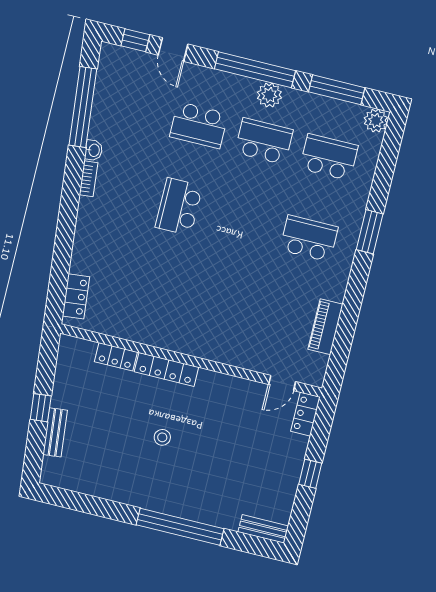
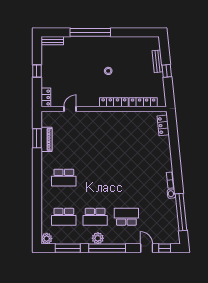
school desk: (179, 207) -> (126, 178), removed
window: (370, 232) -> (37, 138), moved
locker: (116, 357) -> (143, 102), width x1.53
door: (282, 383) -> (70, 109), moved

